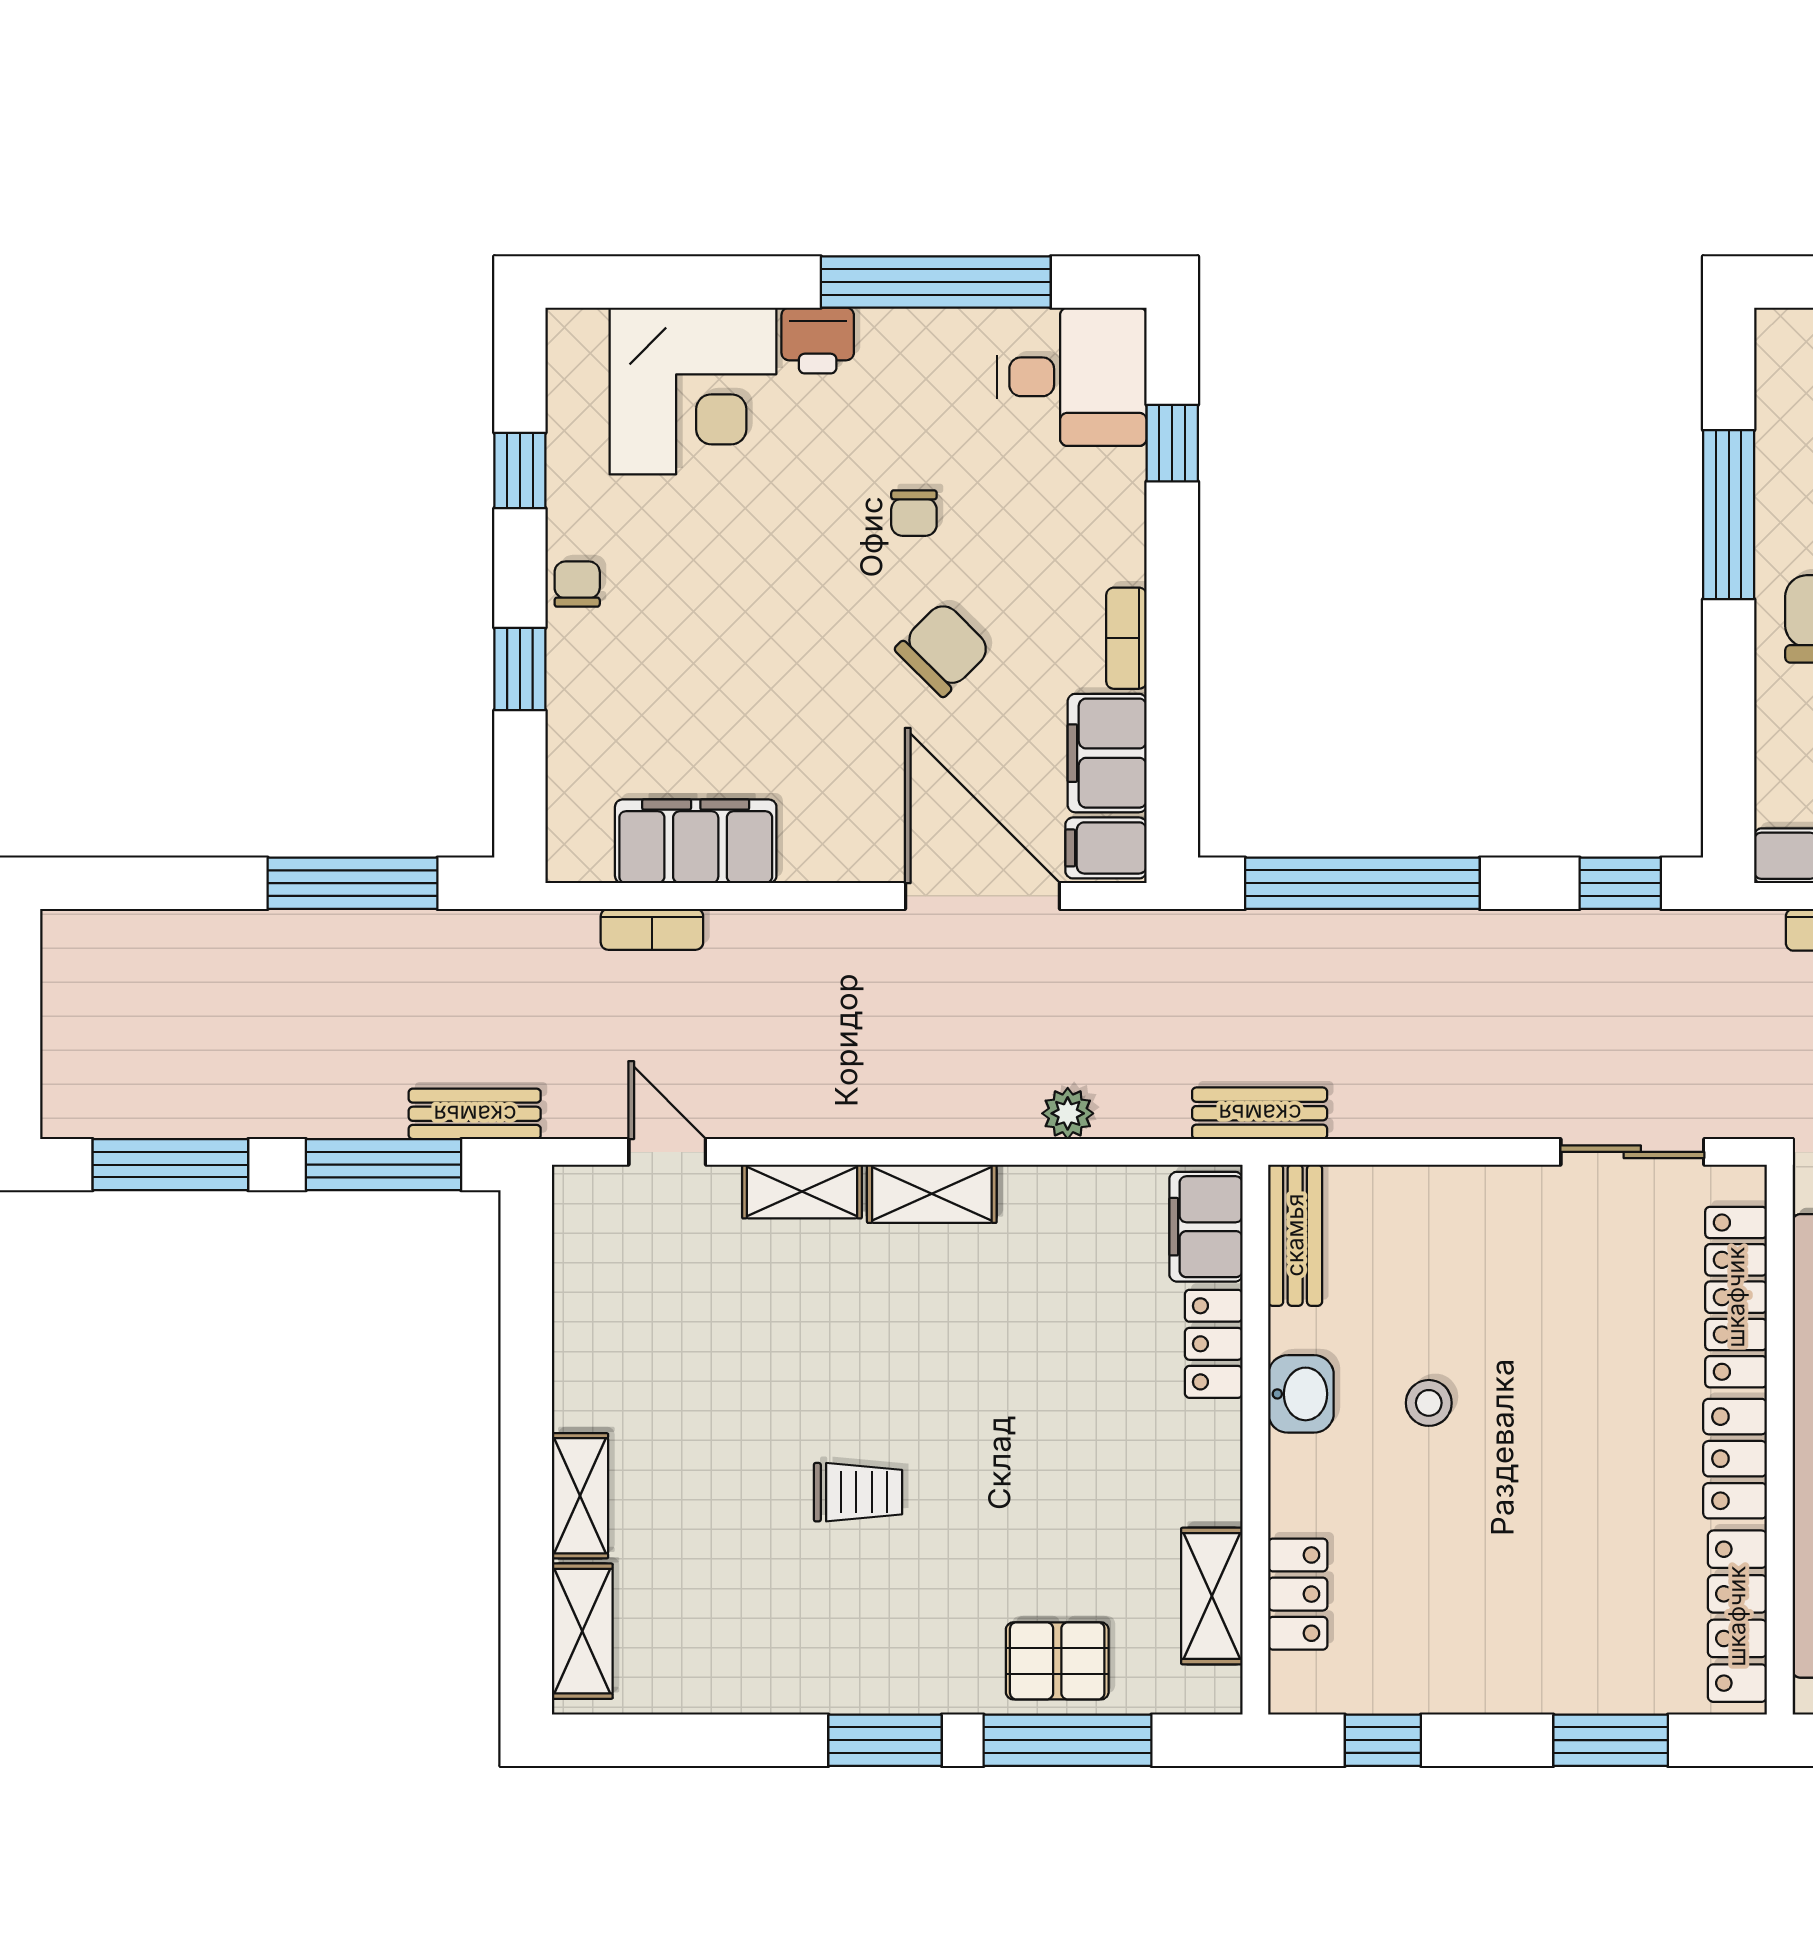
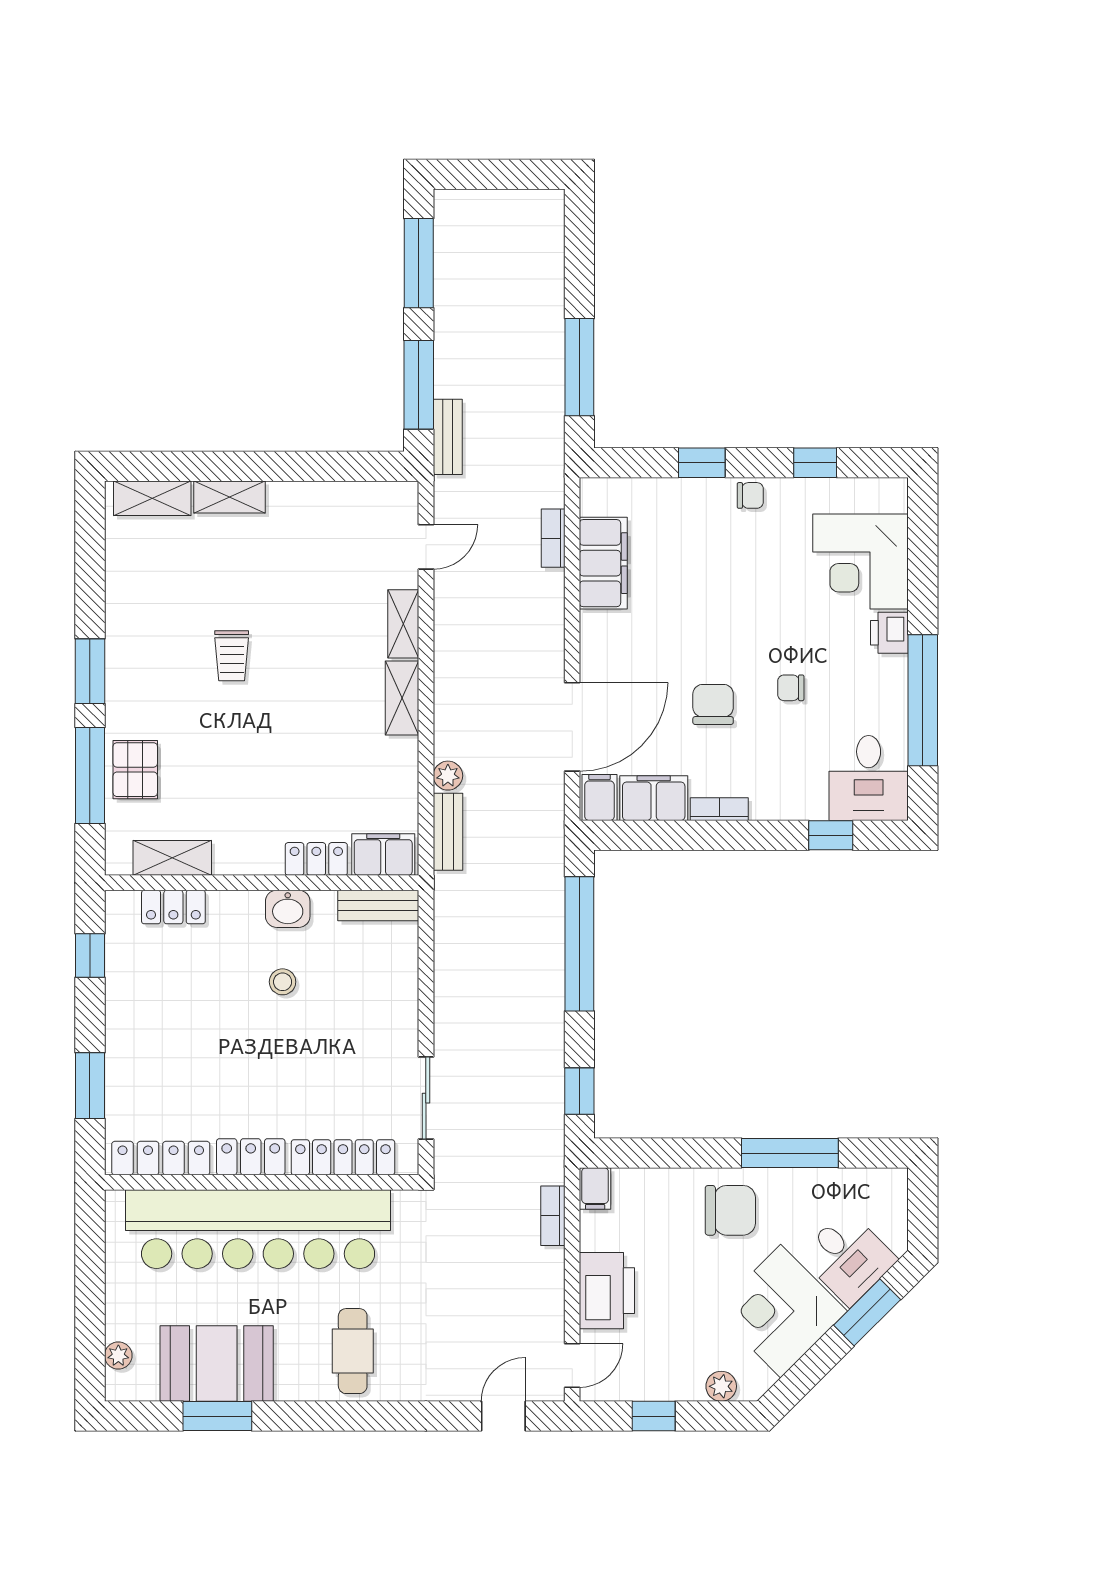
chair: (943, 649) -> (713, 704), turned -135
bench: (1260, 1113) -> (448, 832), moved

